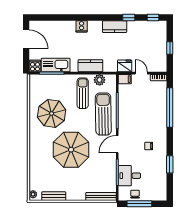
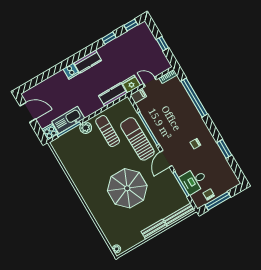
kitchen counter: (115, 27) -> (88, 62), moved
kitchen counter: (90, 66) -> (113, 95), moved
plant: (100, 80) -> (86, 128), moved
parasol: (52, 113) -> (90, 166), removed
bench: (54, 196) -> (154, 229), moved

